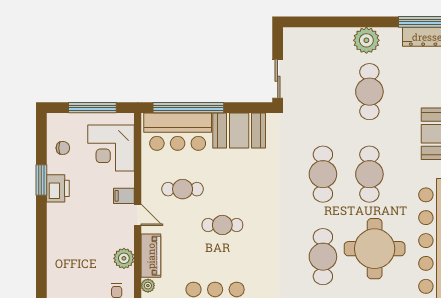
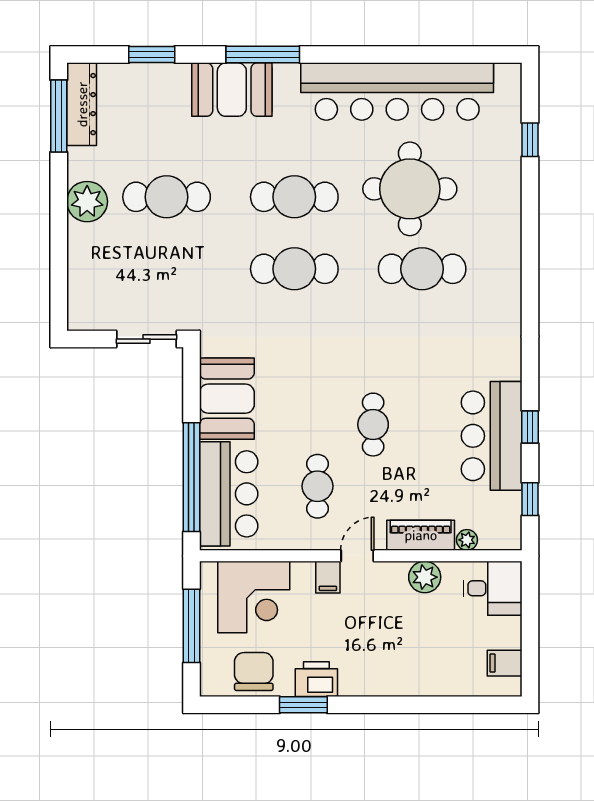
chair: (63, 148) -> (254, 672), width x1.87, depth x1.87

